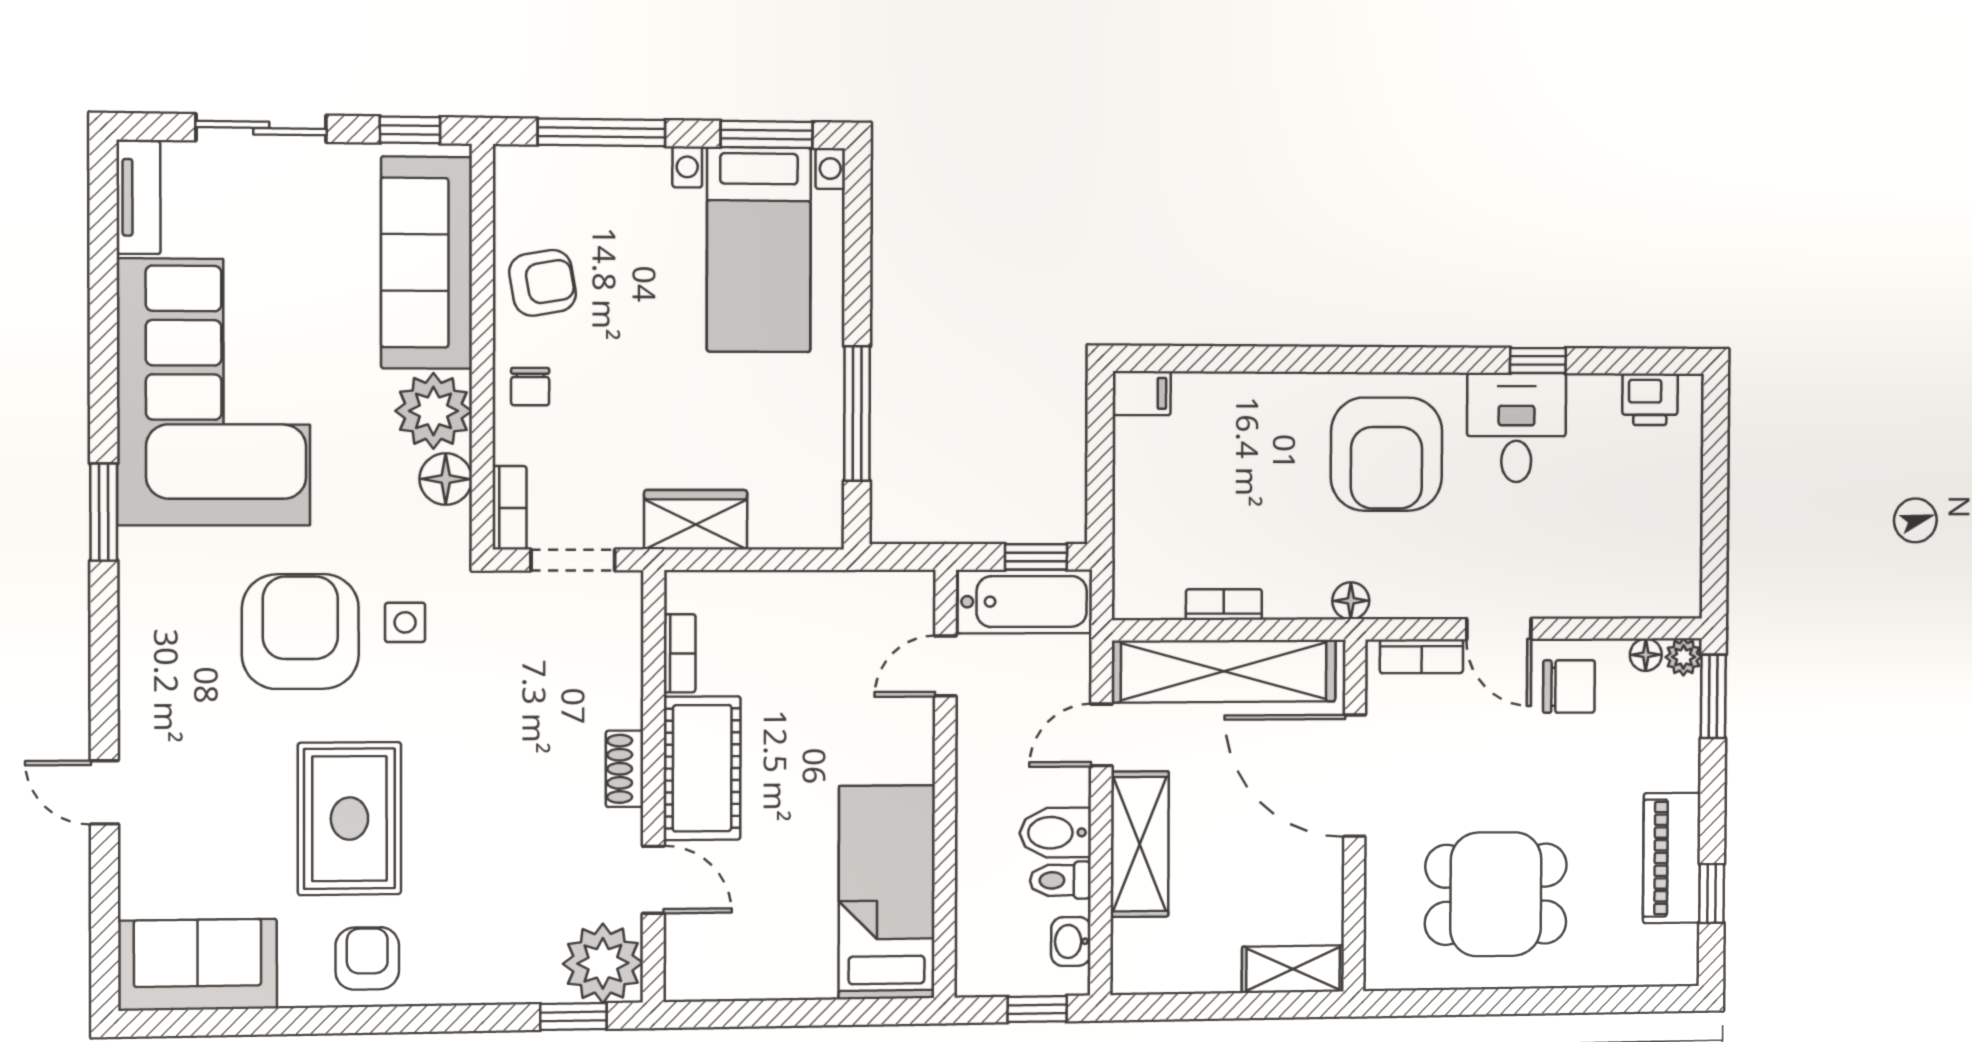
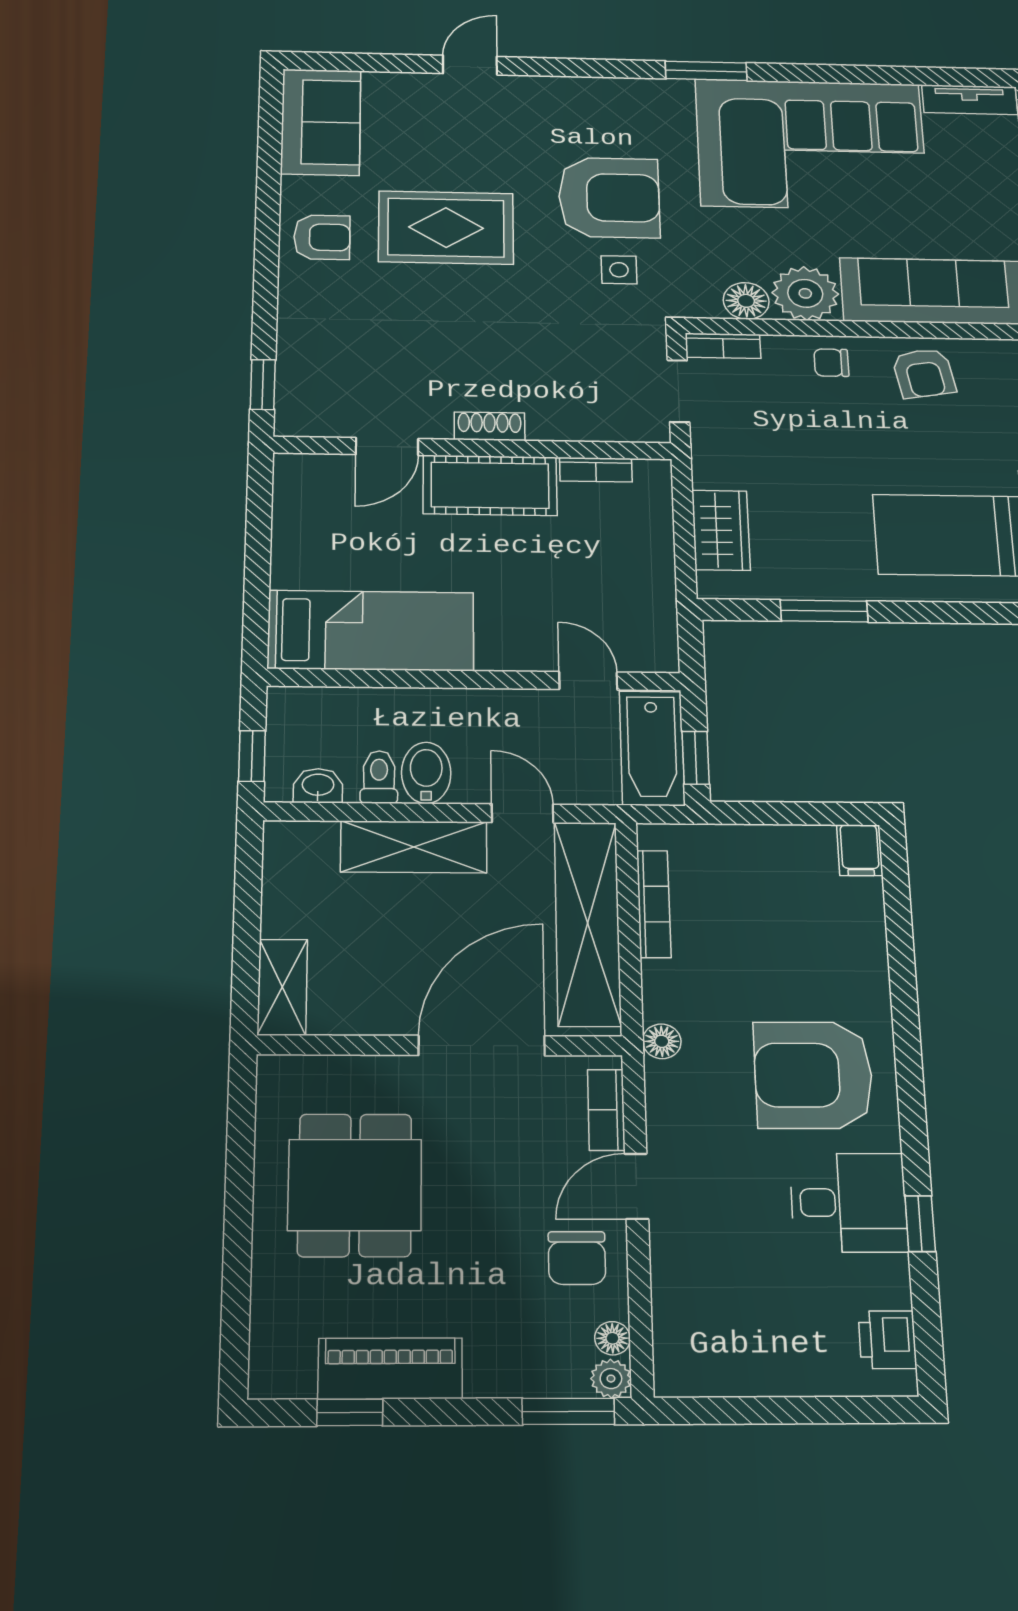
window: (857, 413) -> (824, 611), width x0.69
wardrobe: (696, 520) -> (721, 530), moved
bookcase: (1224, 605) -> (654, 904), width x1.56
plant: (603, 963) -> (311, 407), removed

